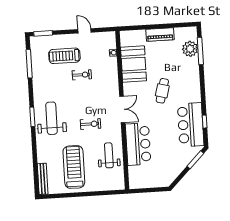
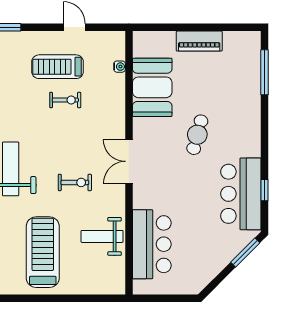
plant: (190, 49) -> (248, 68), removed
treadmill: (64, 56) -> (58, 67), moved
double door: (122, 109) -> (129, 161), swing flipped
bar counter: (138, 144) -> (152, 244), moved
weight bench: (109, 155) -> (102, 236), turned -90

